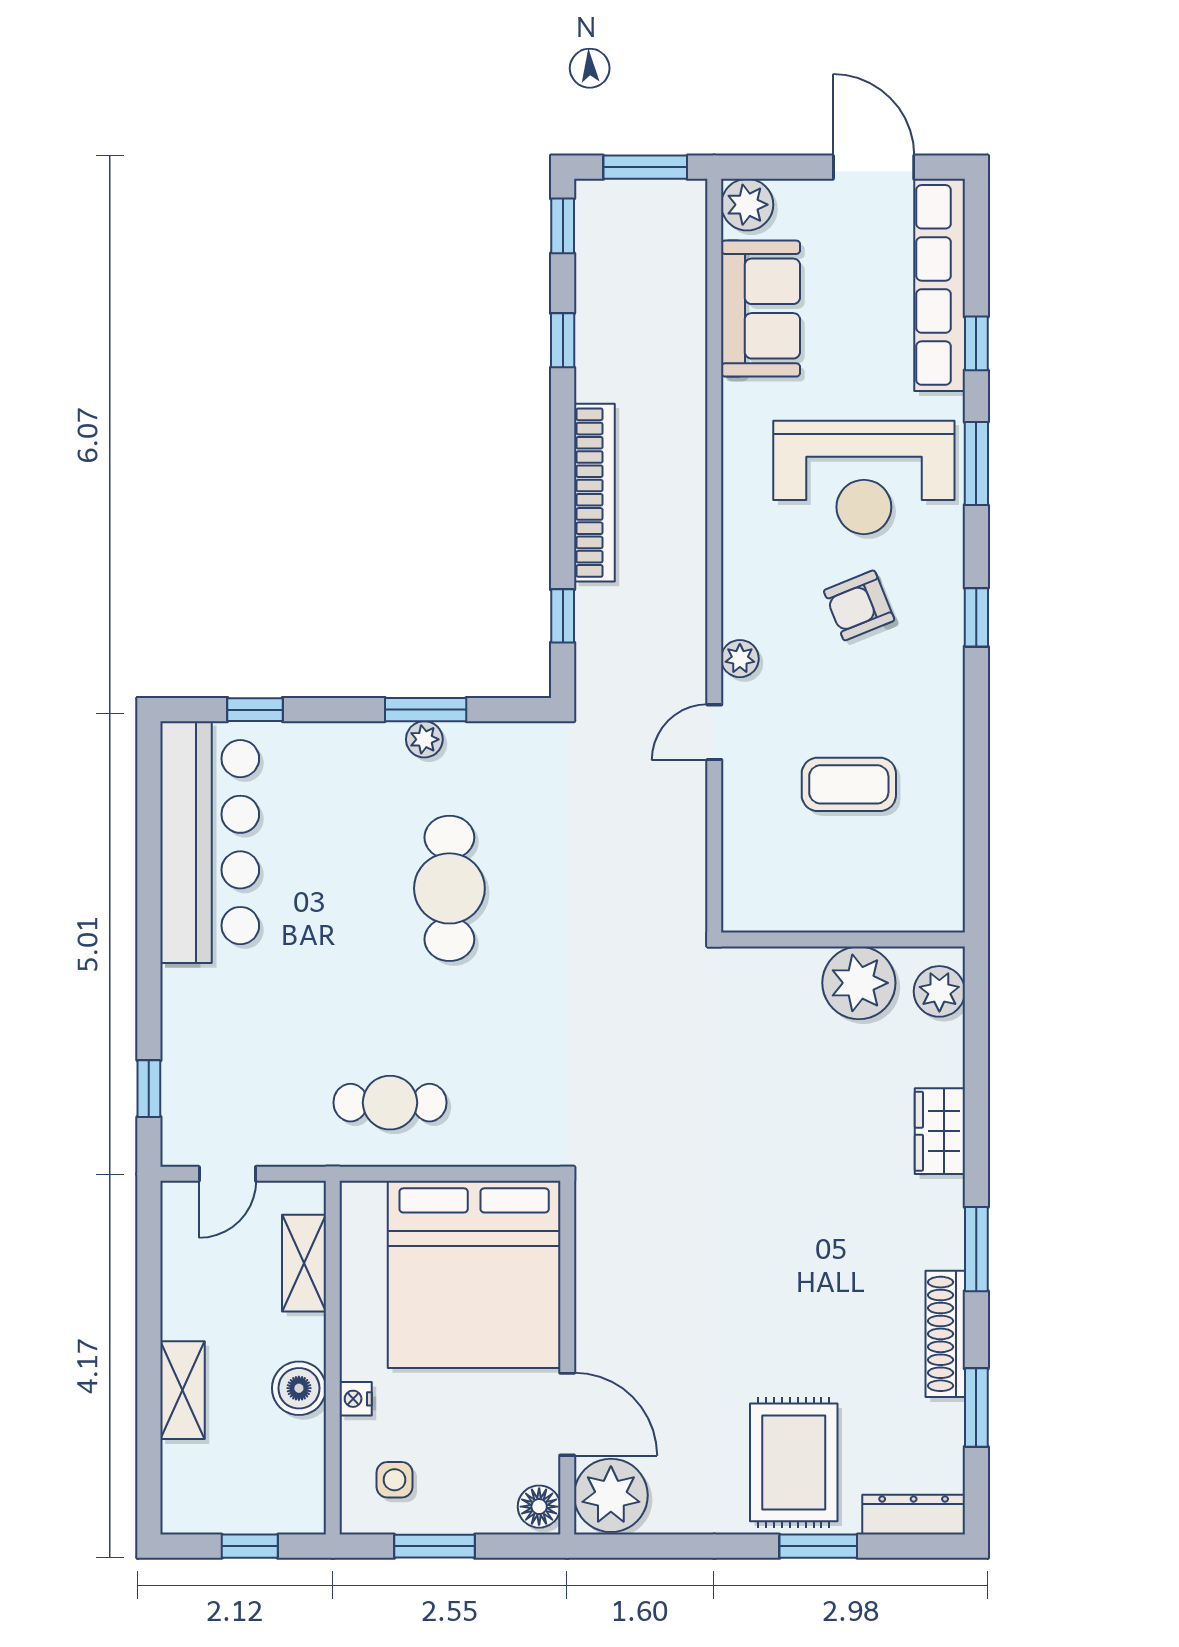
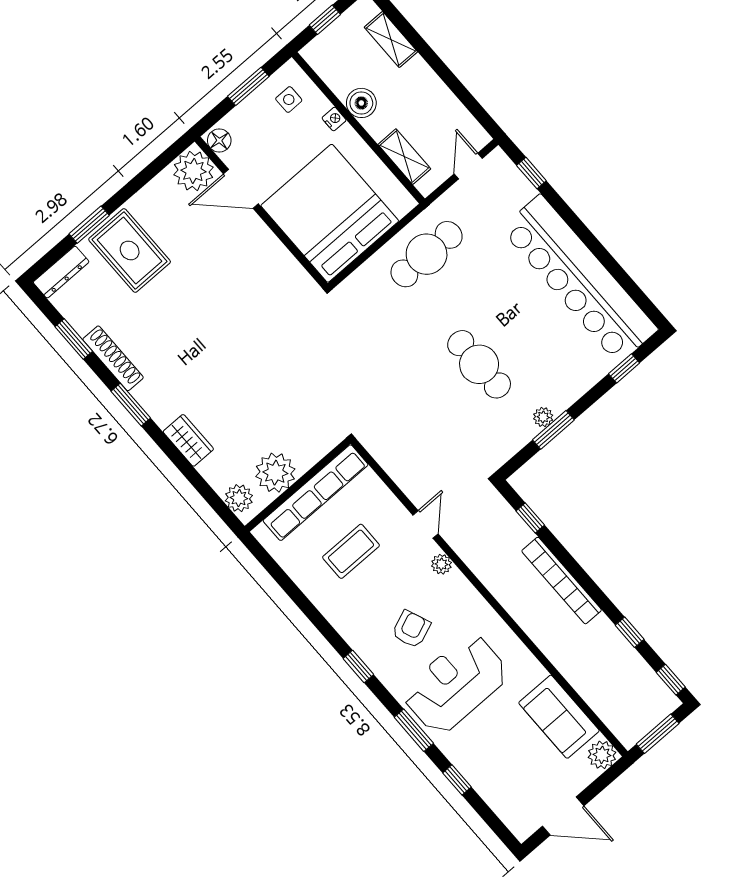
row of seats: (940, 285) -> (316, 493), moved, turned 90
bar counter: (210, 842) -> (579, 279), width x1.36
cafe table: (390, 1103) -> (427, 254), width x1.37, depth x1.35
shelving: (182, 1390) -> (391, 39), moved

